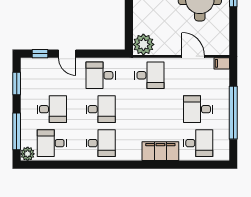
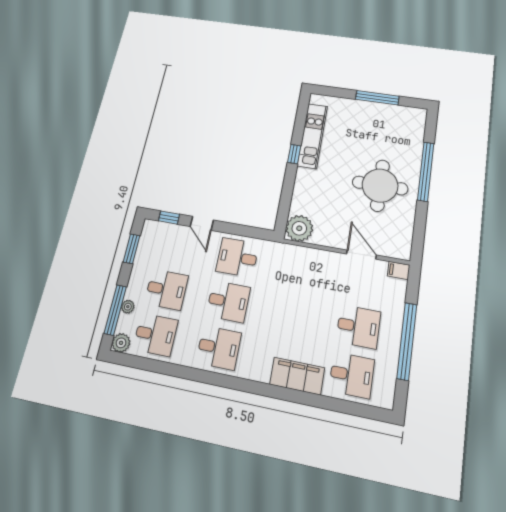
desk: (149, 75) -> (300, 269), removed
desk: (198, 109) -> (358, 327), turned 180
plant: (26, 127) -> (128, 307), added
desk: (52, 143) -> (155, 335), turned 180

